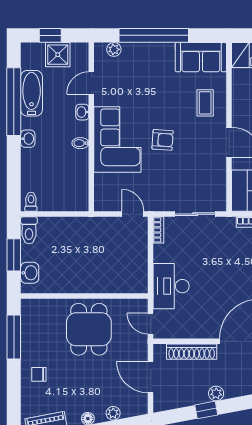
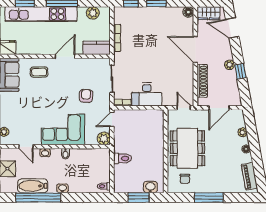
armchair: (163, 140) -> (86, 96), moved
plant: (104, 202) -> (104, 138), added
toilet: (29, 230) -> (123, 158), moved
desk: (171, 286) -> (147, 94), moved
door: (151, 324) -> (184, 108), swing flipped
dining table: (89, 329) -> (187, 148), width x1.38
window: (14, 337) -> (209, 198), moved
chair: (39, 374) -> (185, 179), moved

